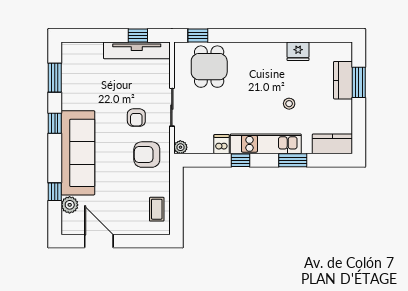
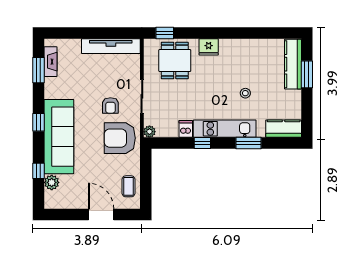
window: (138, 35) -> (112, 33), removed
fridge: (298, 51) -> (209, 47), moved
fireplace: (68, 68) -> (51, 62), added
kitchen counter: (343, 80) -> (293, 64), width x1.50
window: (55, 123) -> (39, 122), moved
armchair: (147, 155) -> (120, 138), width x1.36, depth x1.36
door: (99, 241) -> (101, 215), moved

